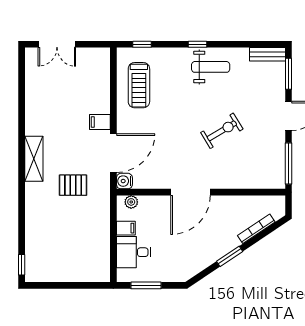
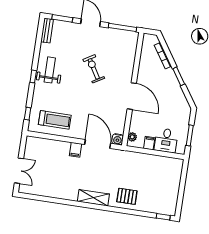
pallet: (73, 185) -> (127, 196), moved, turned 90

